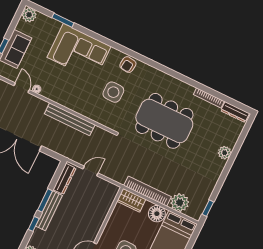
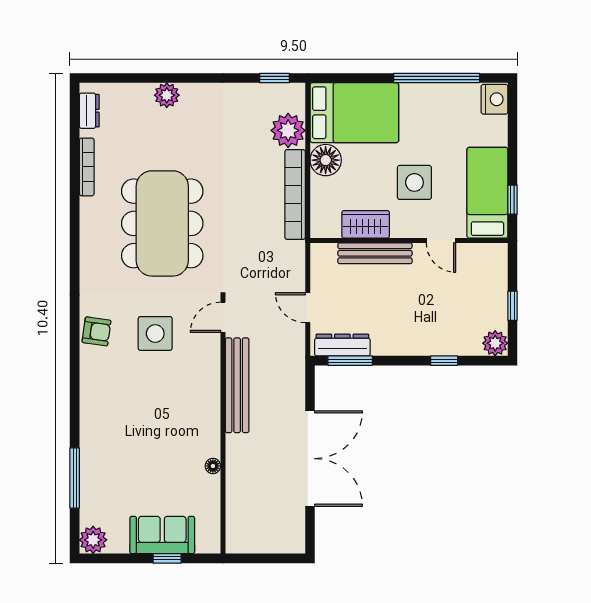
window: (63, 20) -> (75, 478), width x1.44
corner sofa: (79, 52) -> (115, 425), removed
door: (22, 88) -> (223, 317), moved
dresser: (235, 112) -> (89, 111), width x0.70
window: (45, 200) -> (350, 361), moved
wardrobe: (131, 200) -> (366, 224), moved, turned -90
bench: (49, 211) -> (375, 253), moved

